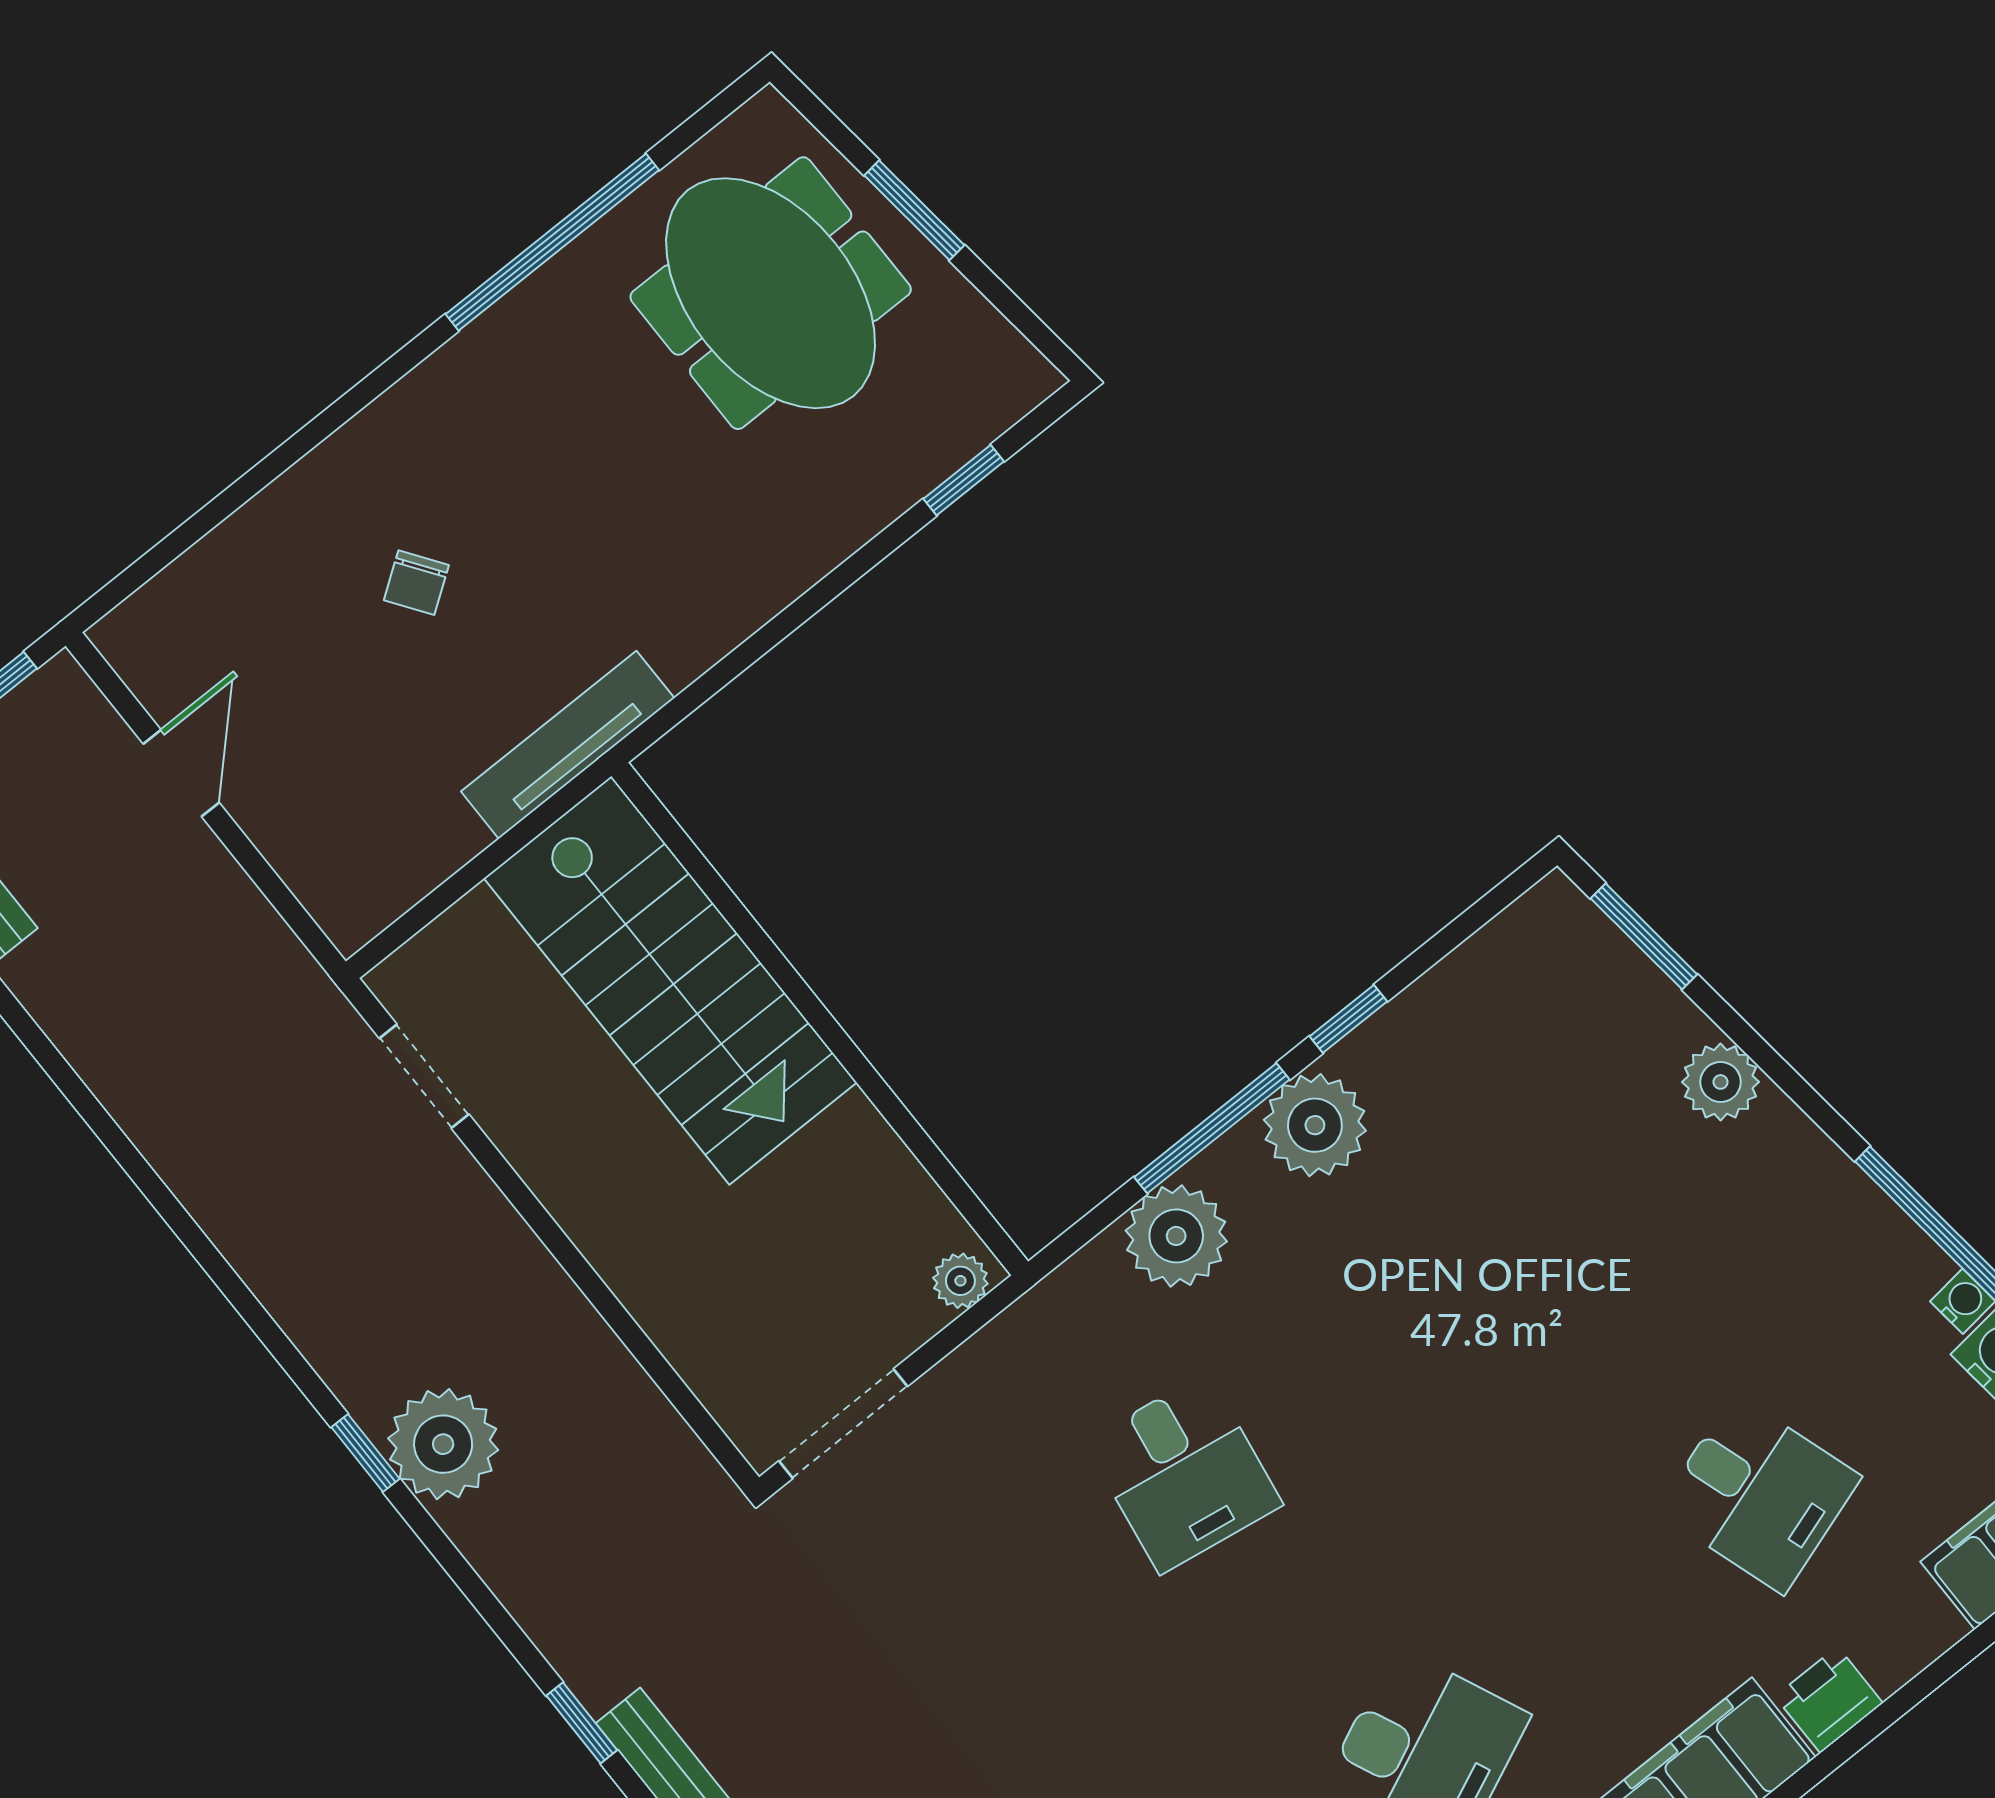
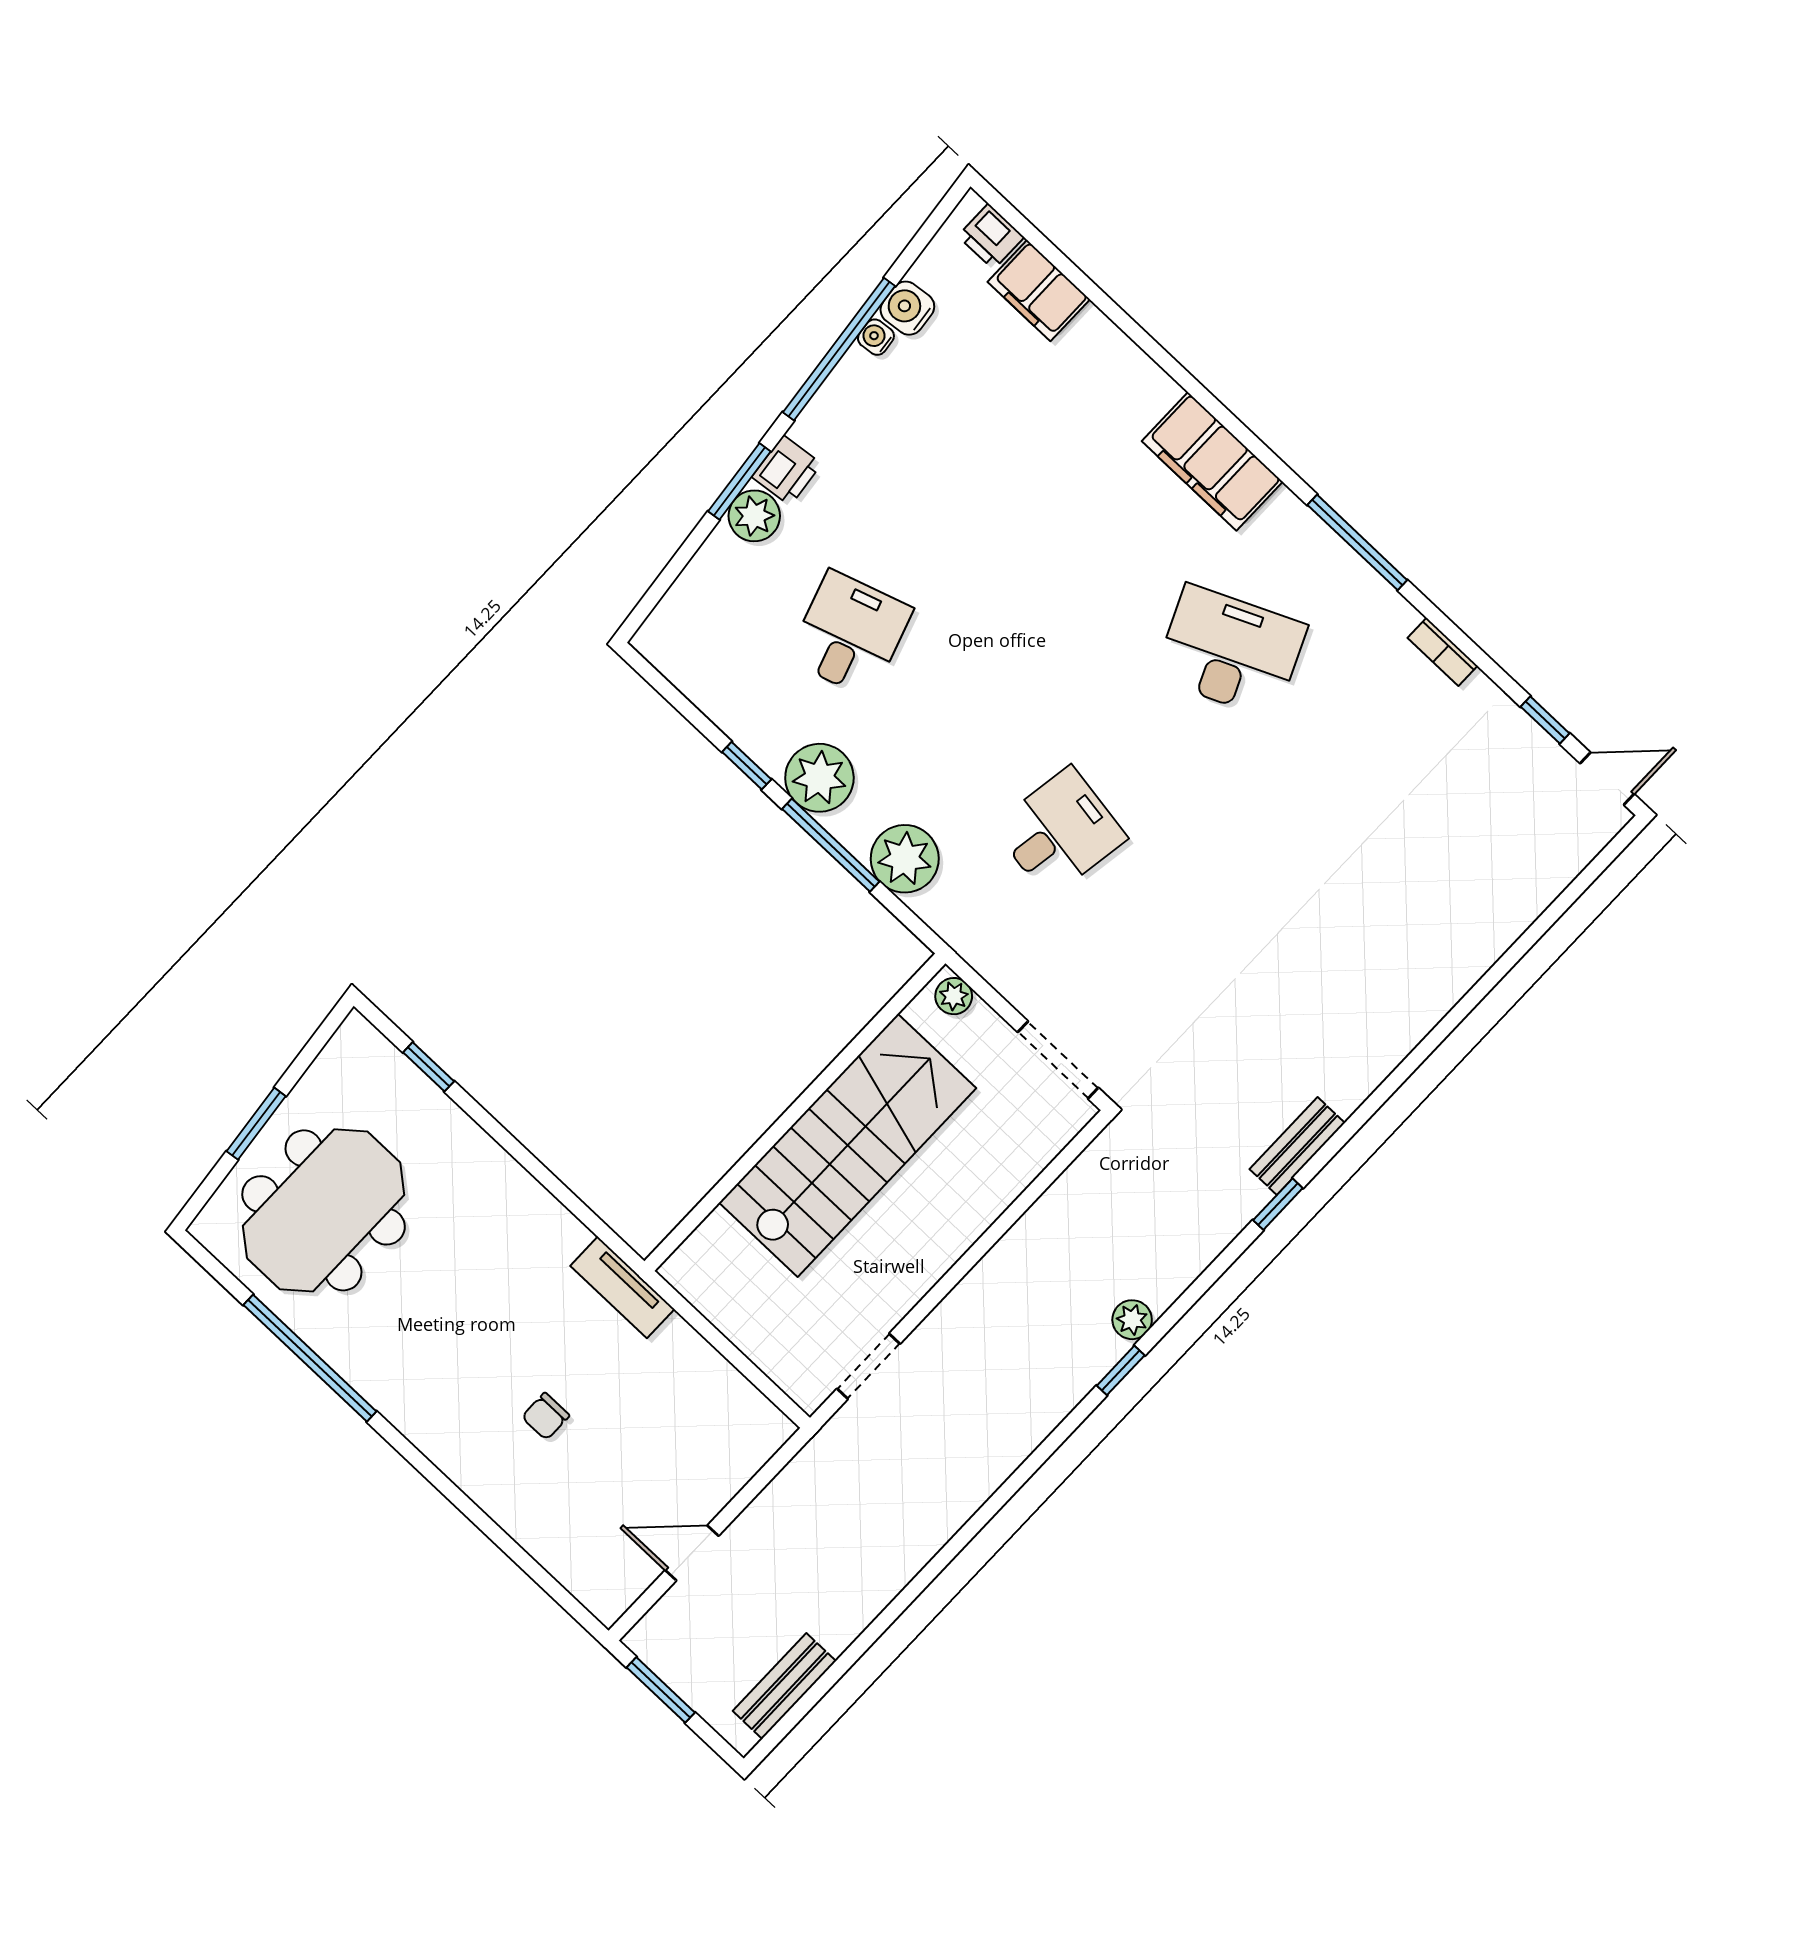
chair: (416, 583) -> (546, 1416), turned 125
tv unit: (568, 745) -> (622, 1287), width x0.71
window: (1644, 936) -> (739, 481), moved
stairs: (670, 980) -> (848, 1145), moved
plant: (443, 1444) -> (1132, 1320), width x0.53, depth x0.53
desk: (1759, 1494) -> (850, 634), moved
printer: (1829, 1700) -> (787, 470), moved, turned -96

